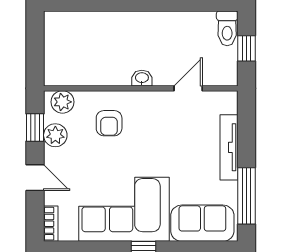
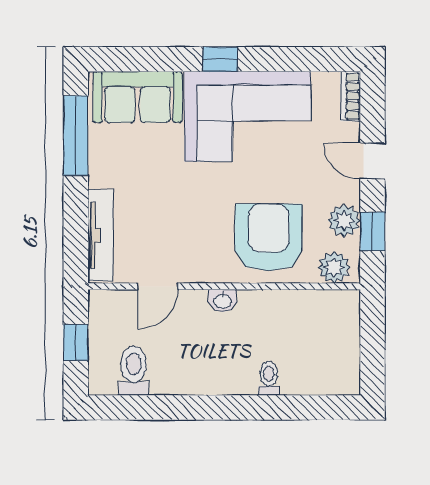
toilet: (109, 23) -> (269, 378), added
toilet: (227, 28) -> (134, 371), moved
armchair: (109, 123) -> (269, 237), width x1.88, depth x1.88
tv unit: (229, 147) -> (100, 235), moved

